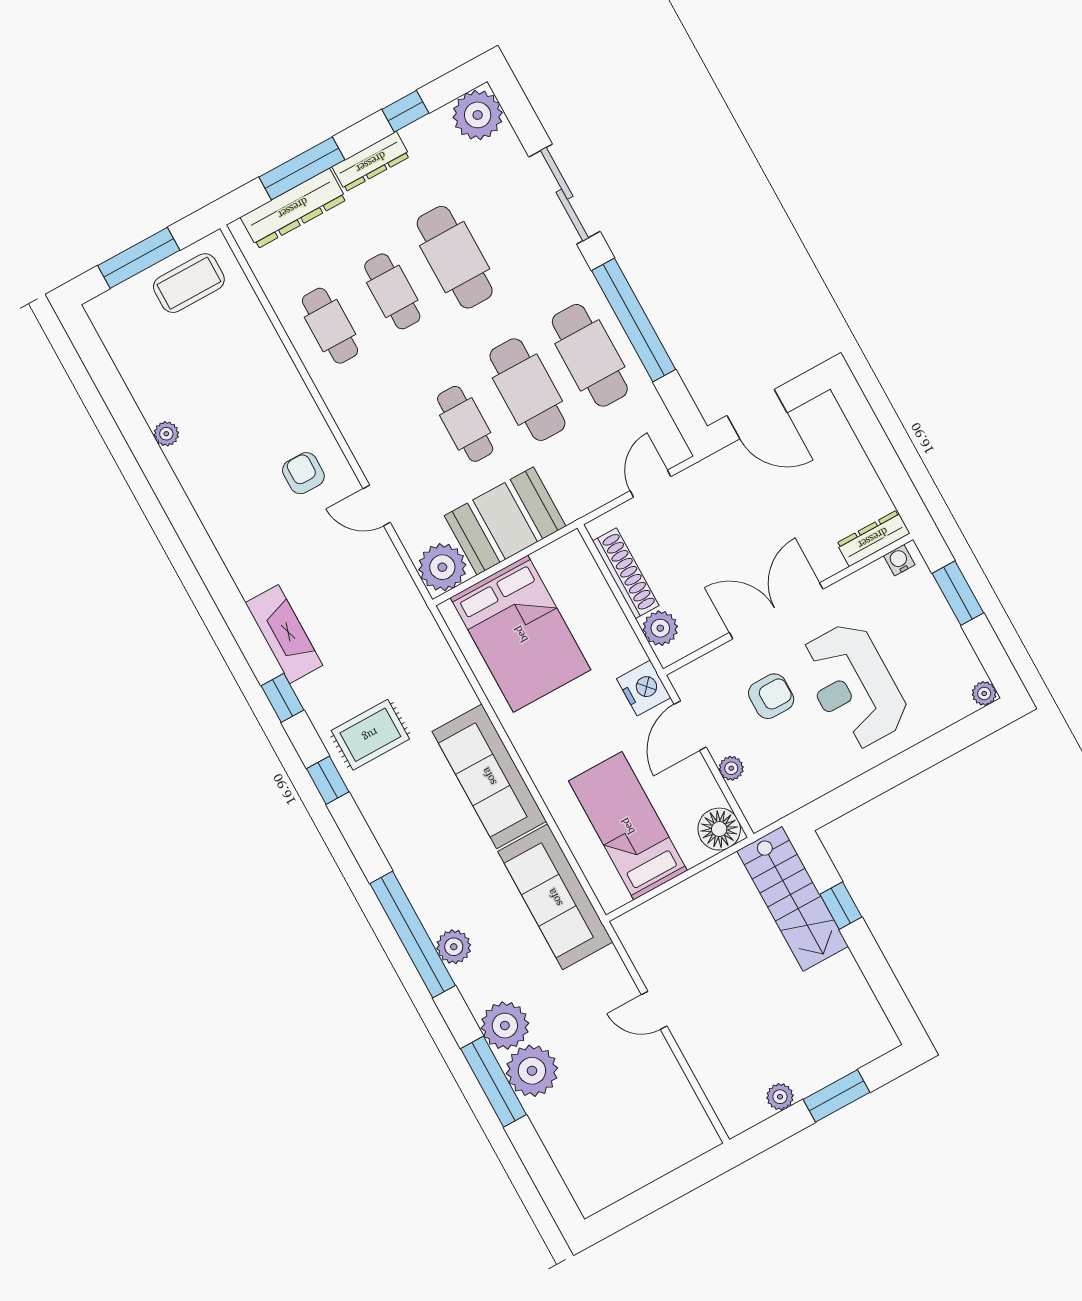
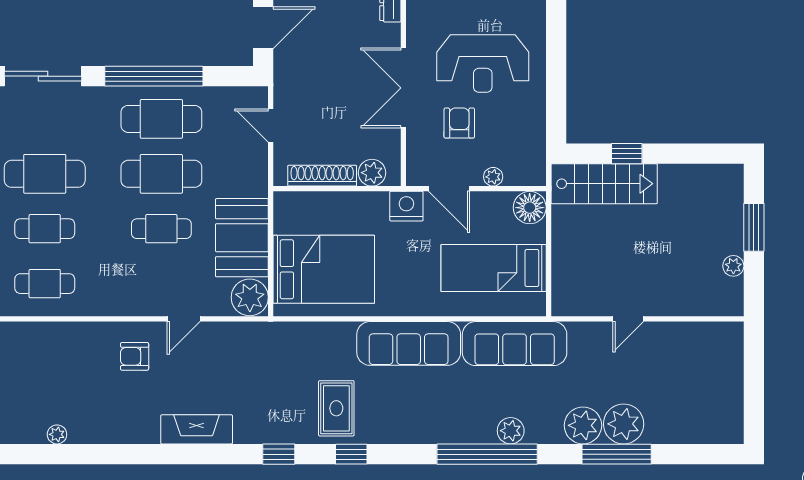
fireplace: (284, 634) -> (197, 429), moved

